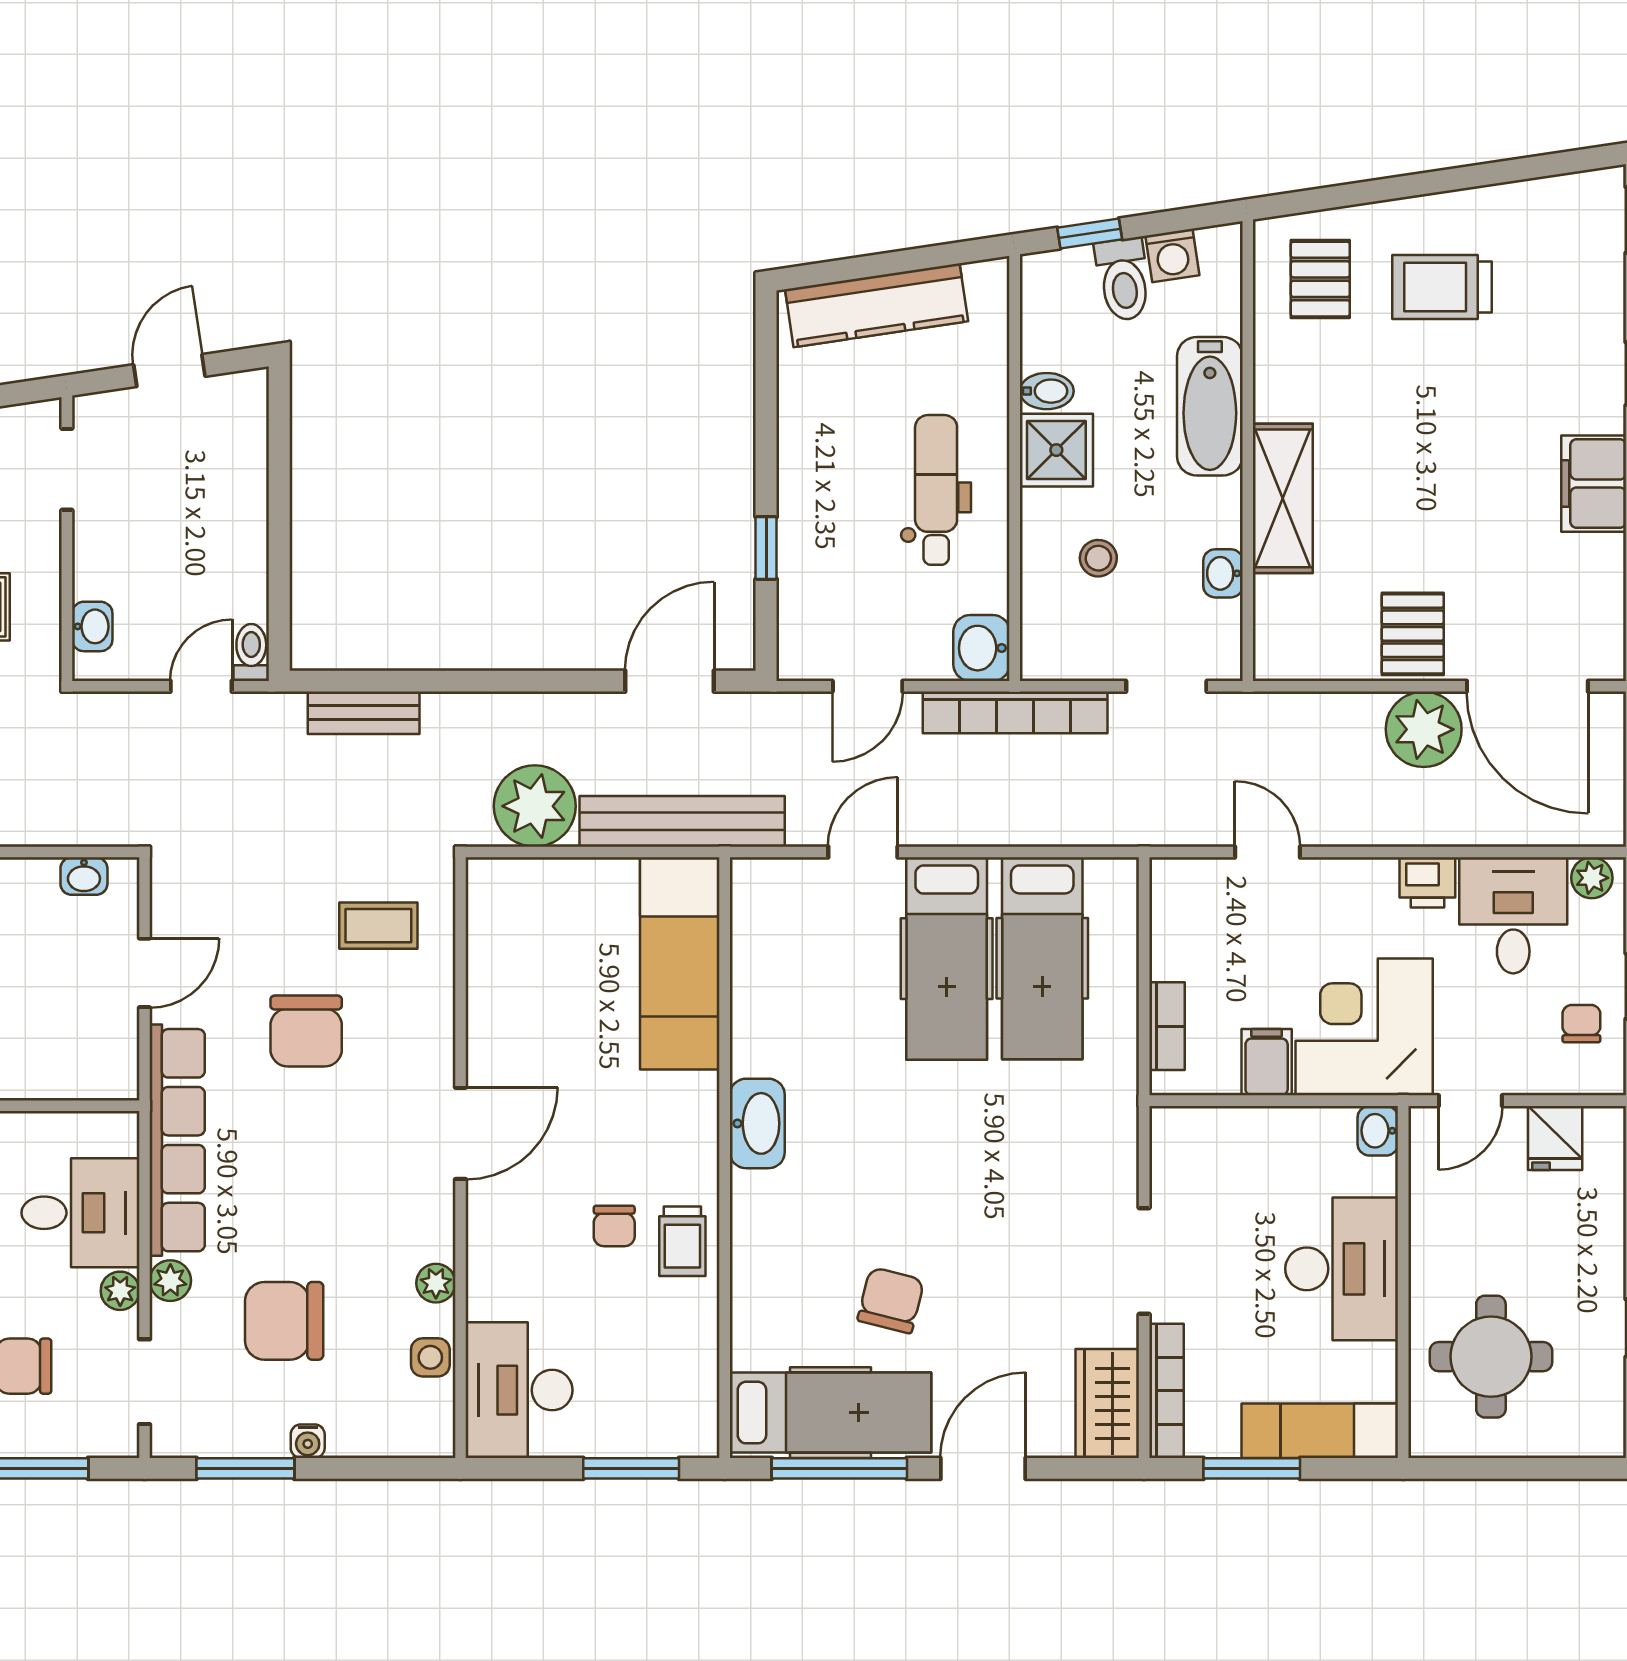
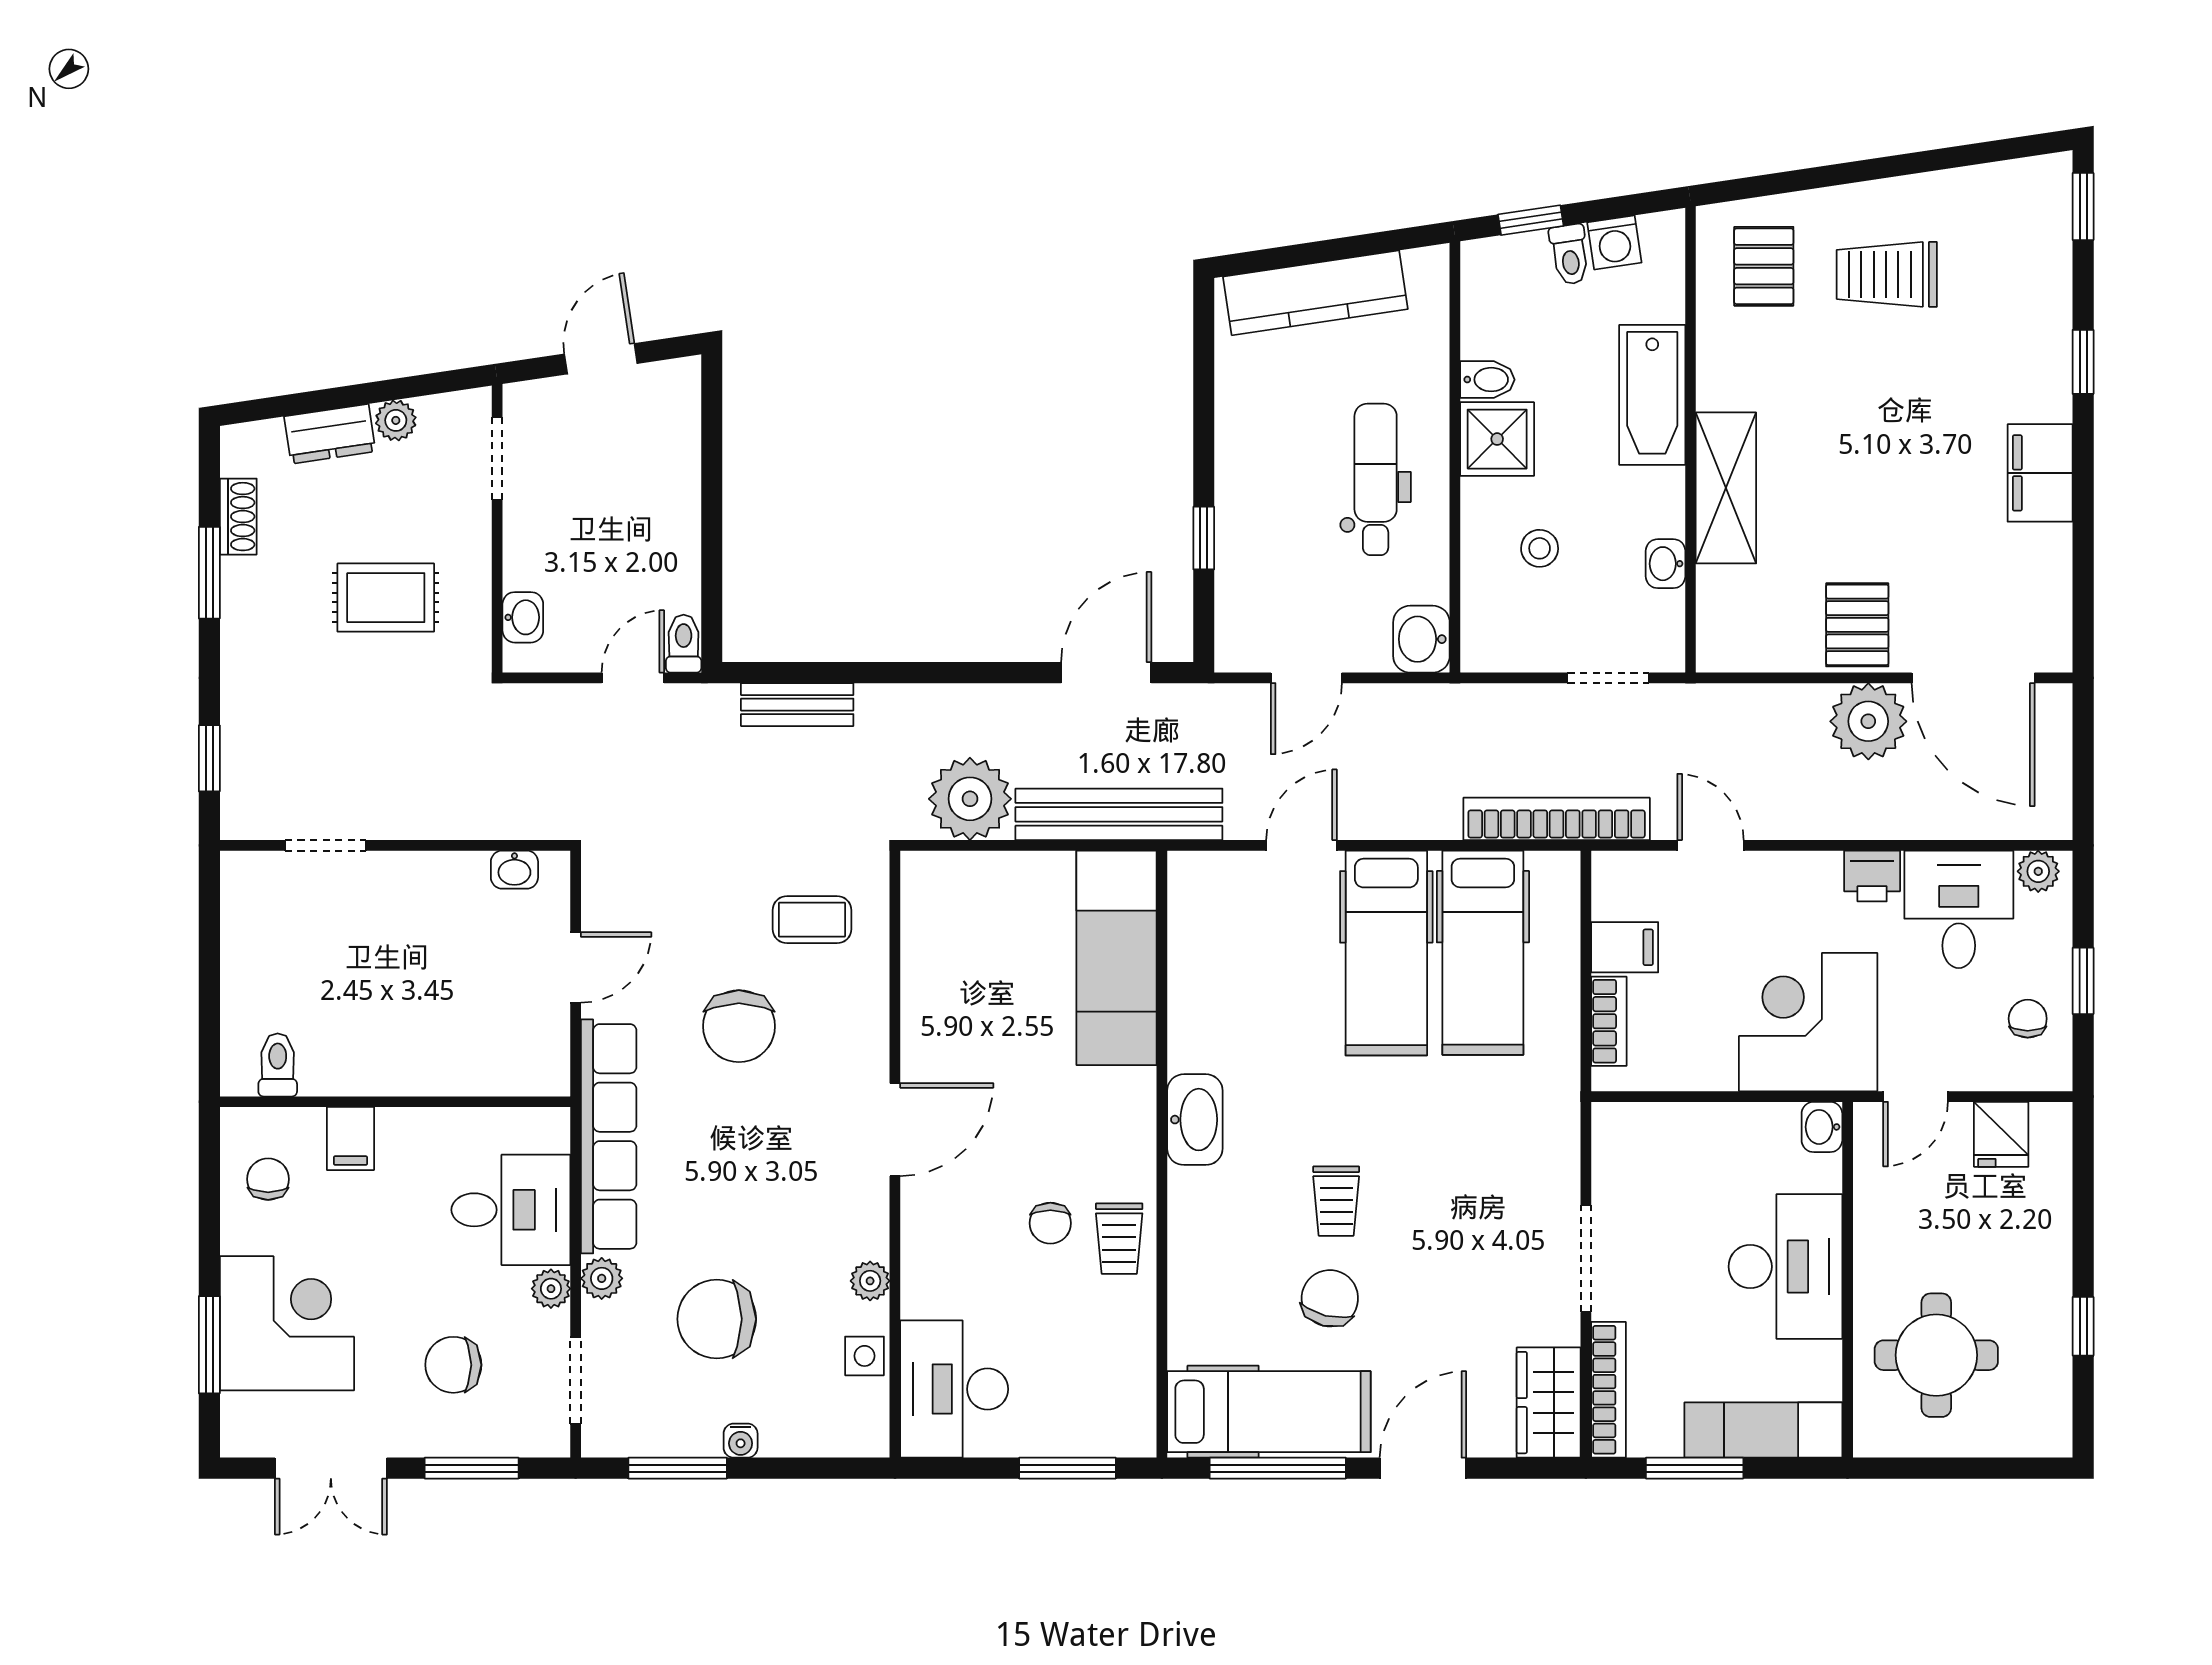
toilet: (1123, 279) -> (1570, 255), width x0.73, depth x0.72
bookcase: (1015, 712) -> (1557, 819), moved, turned 180
filing cabinet: (1267, 1062) -> (1625, 947), moved, turned 90
trolley: (897, 1204) -> (1336, 1201), added

